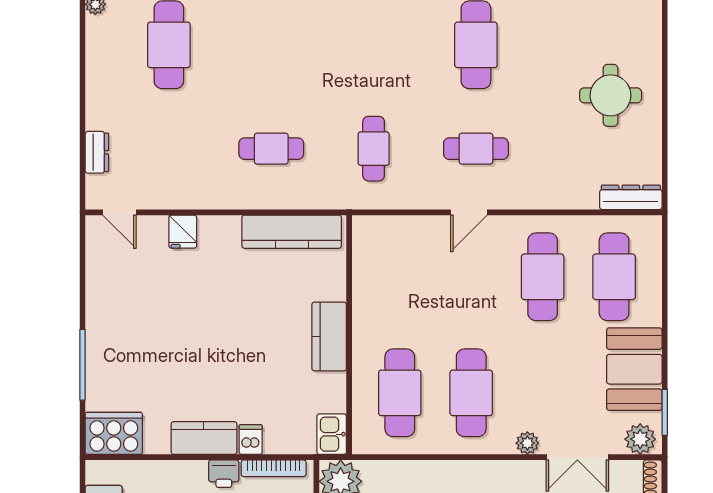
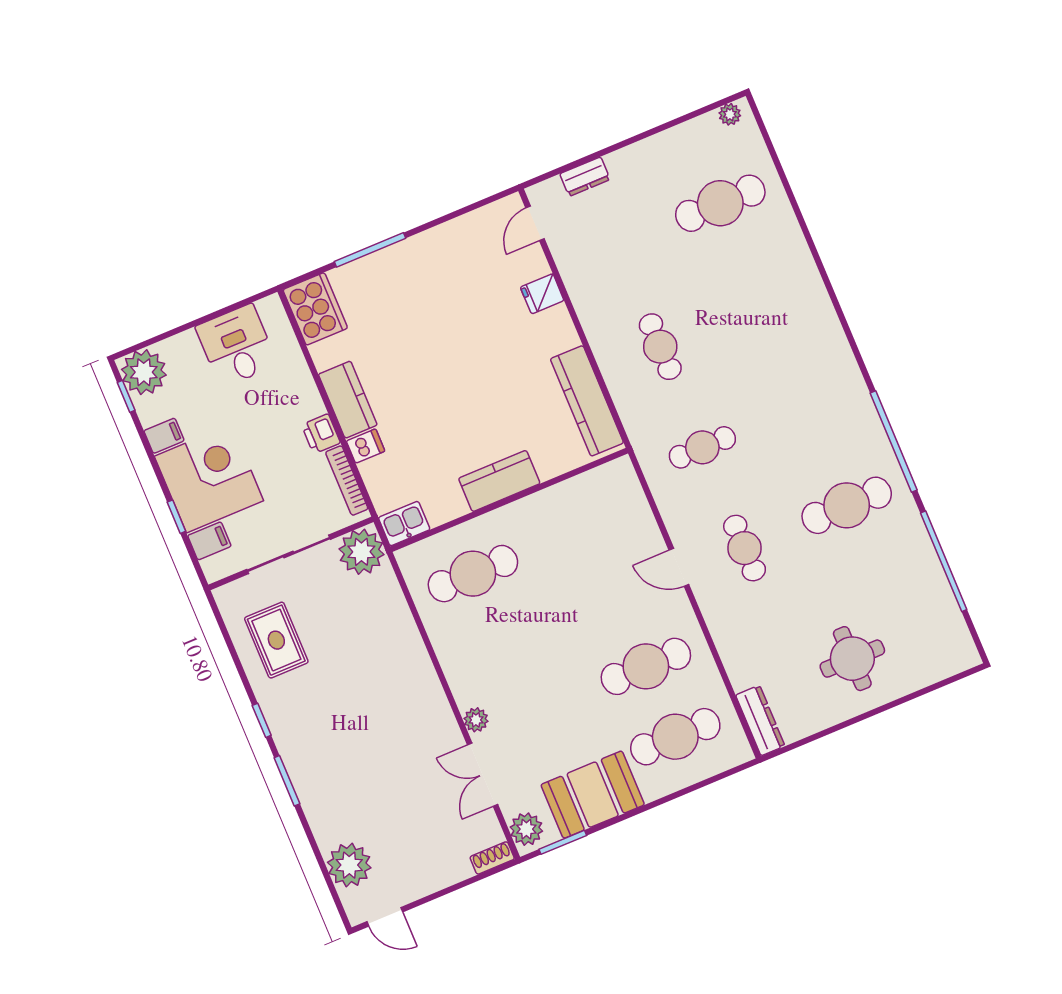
cafe table: (471, 393) -> (502, 644), removed

